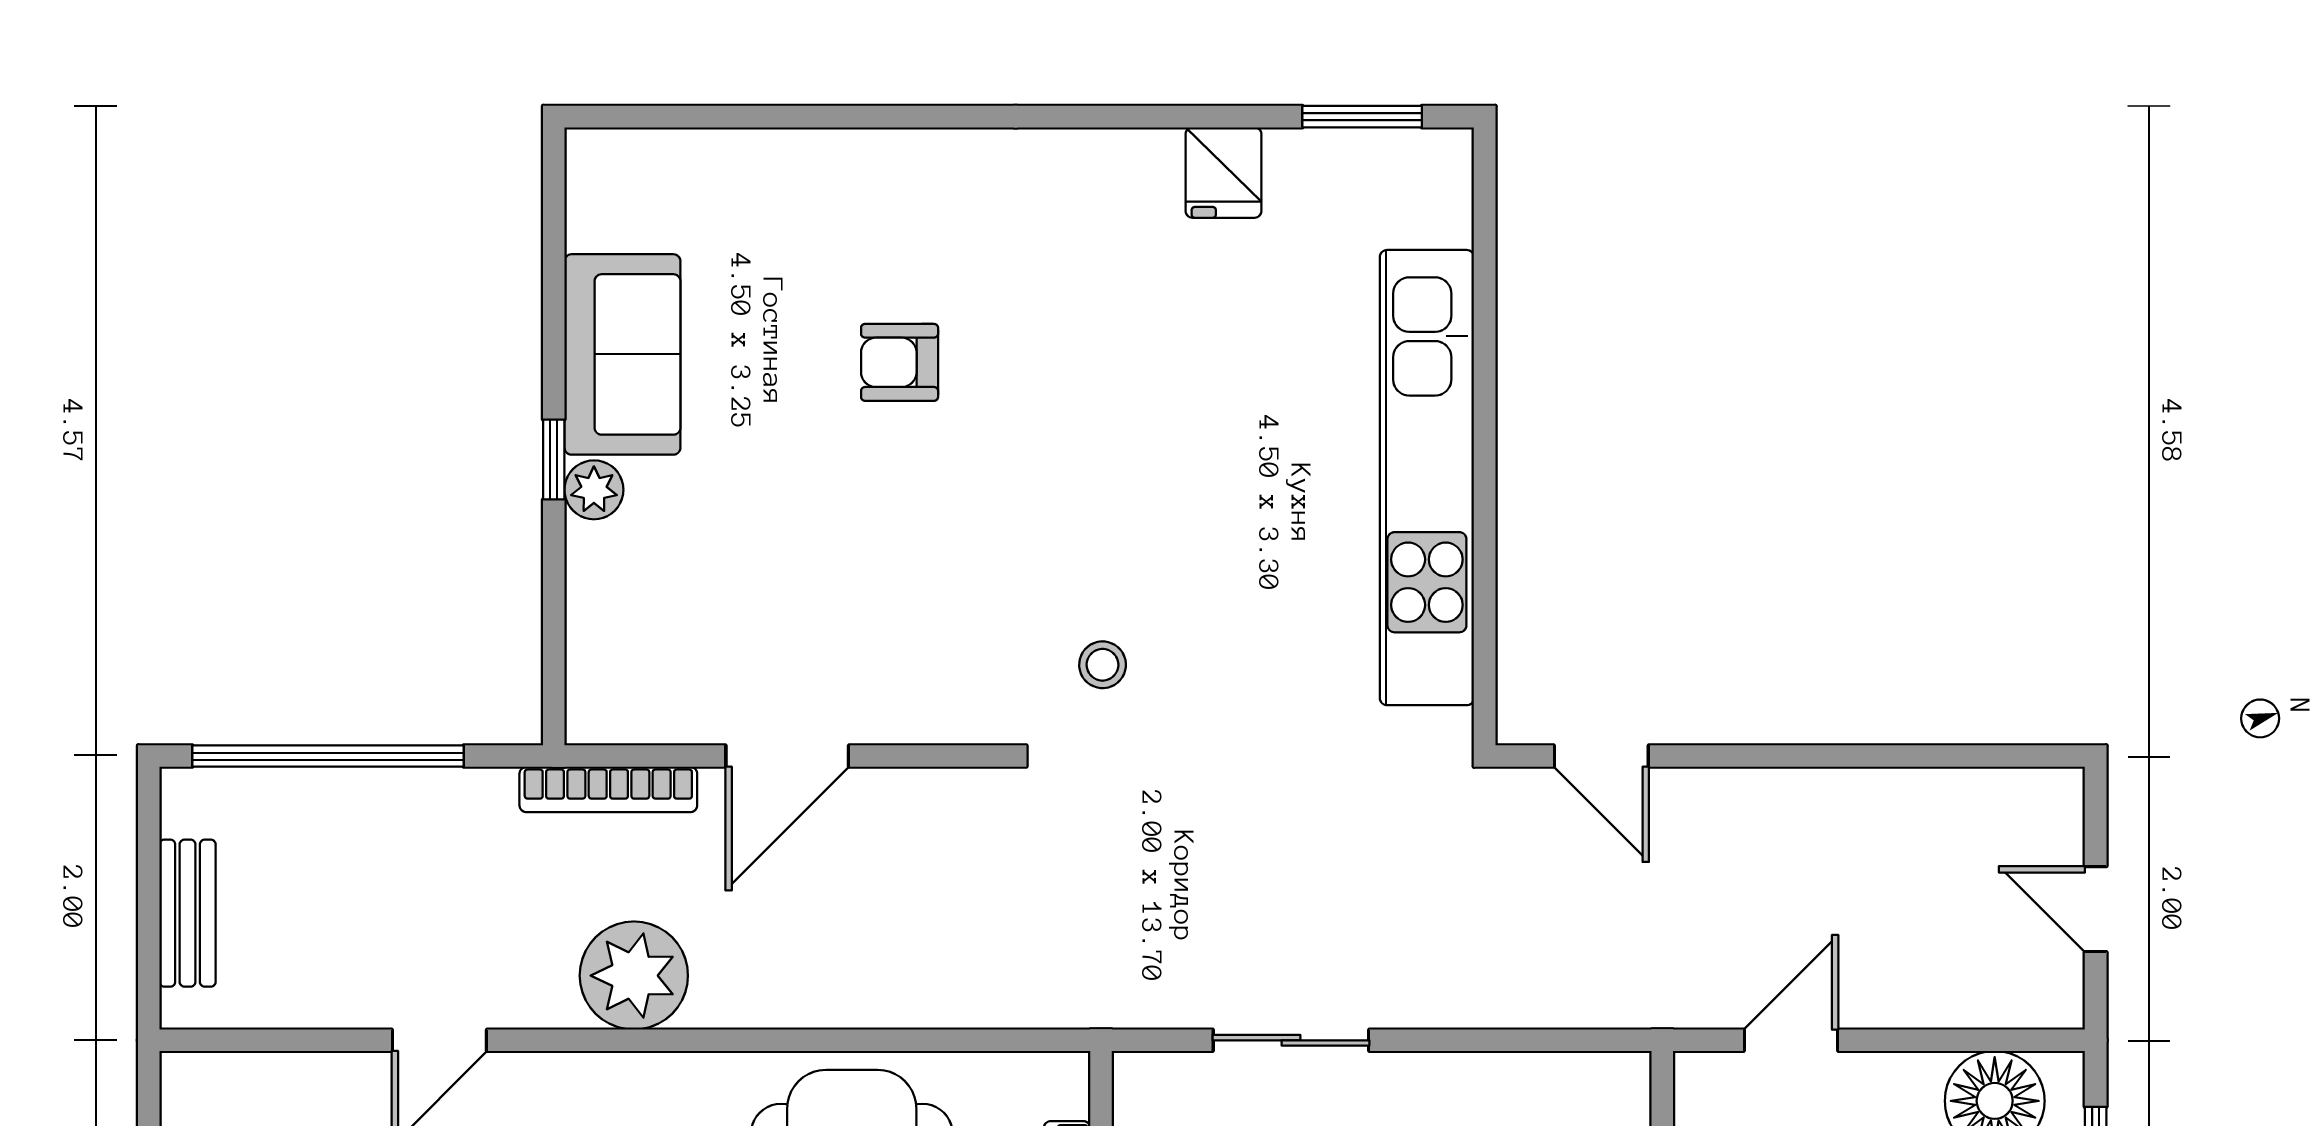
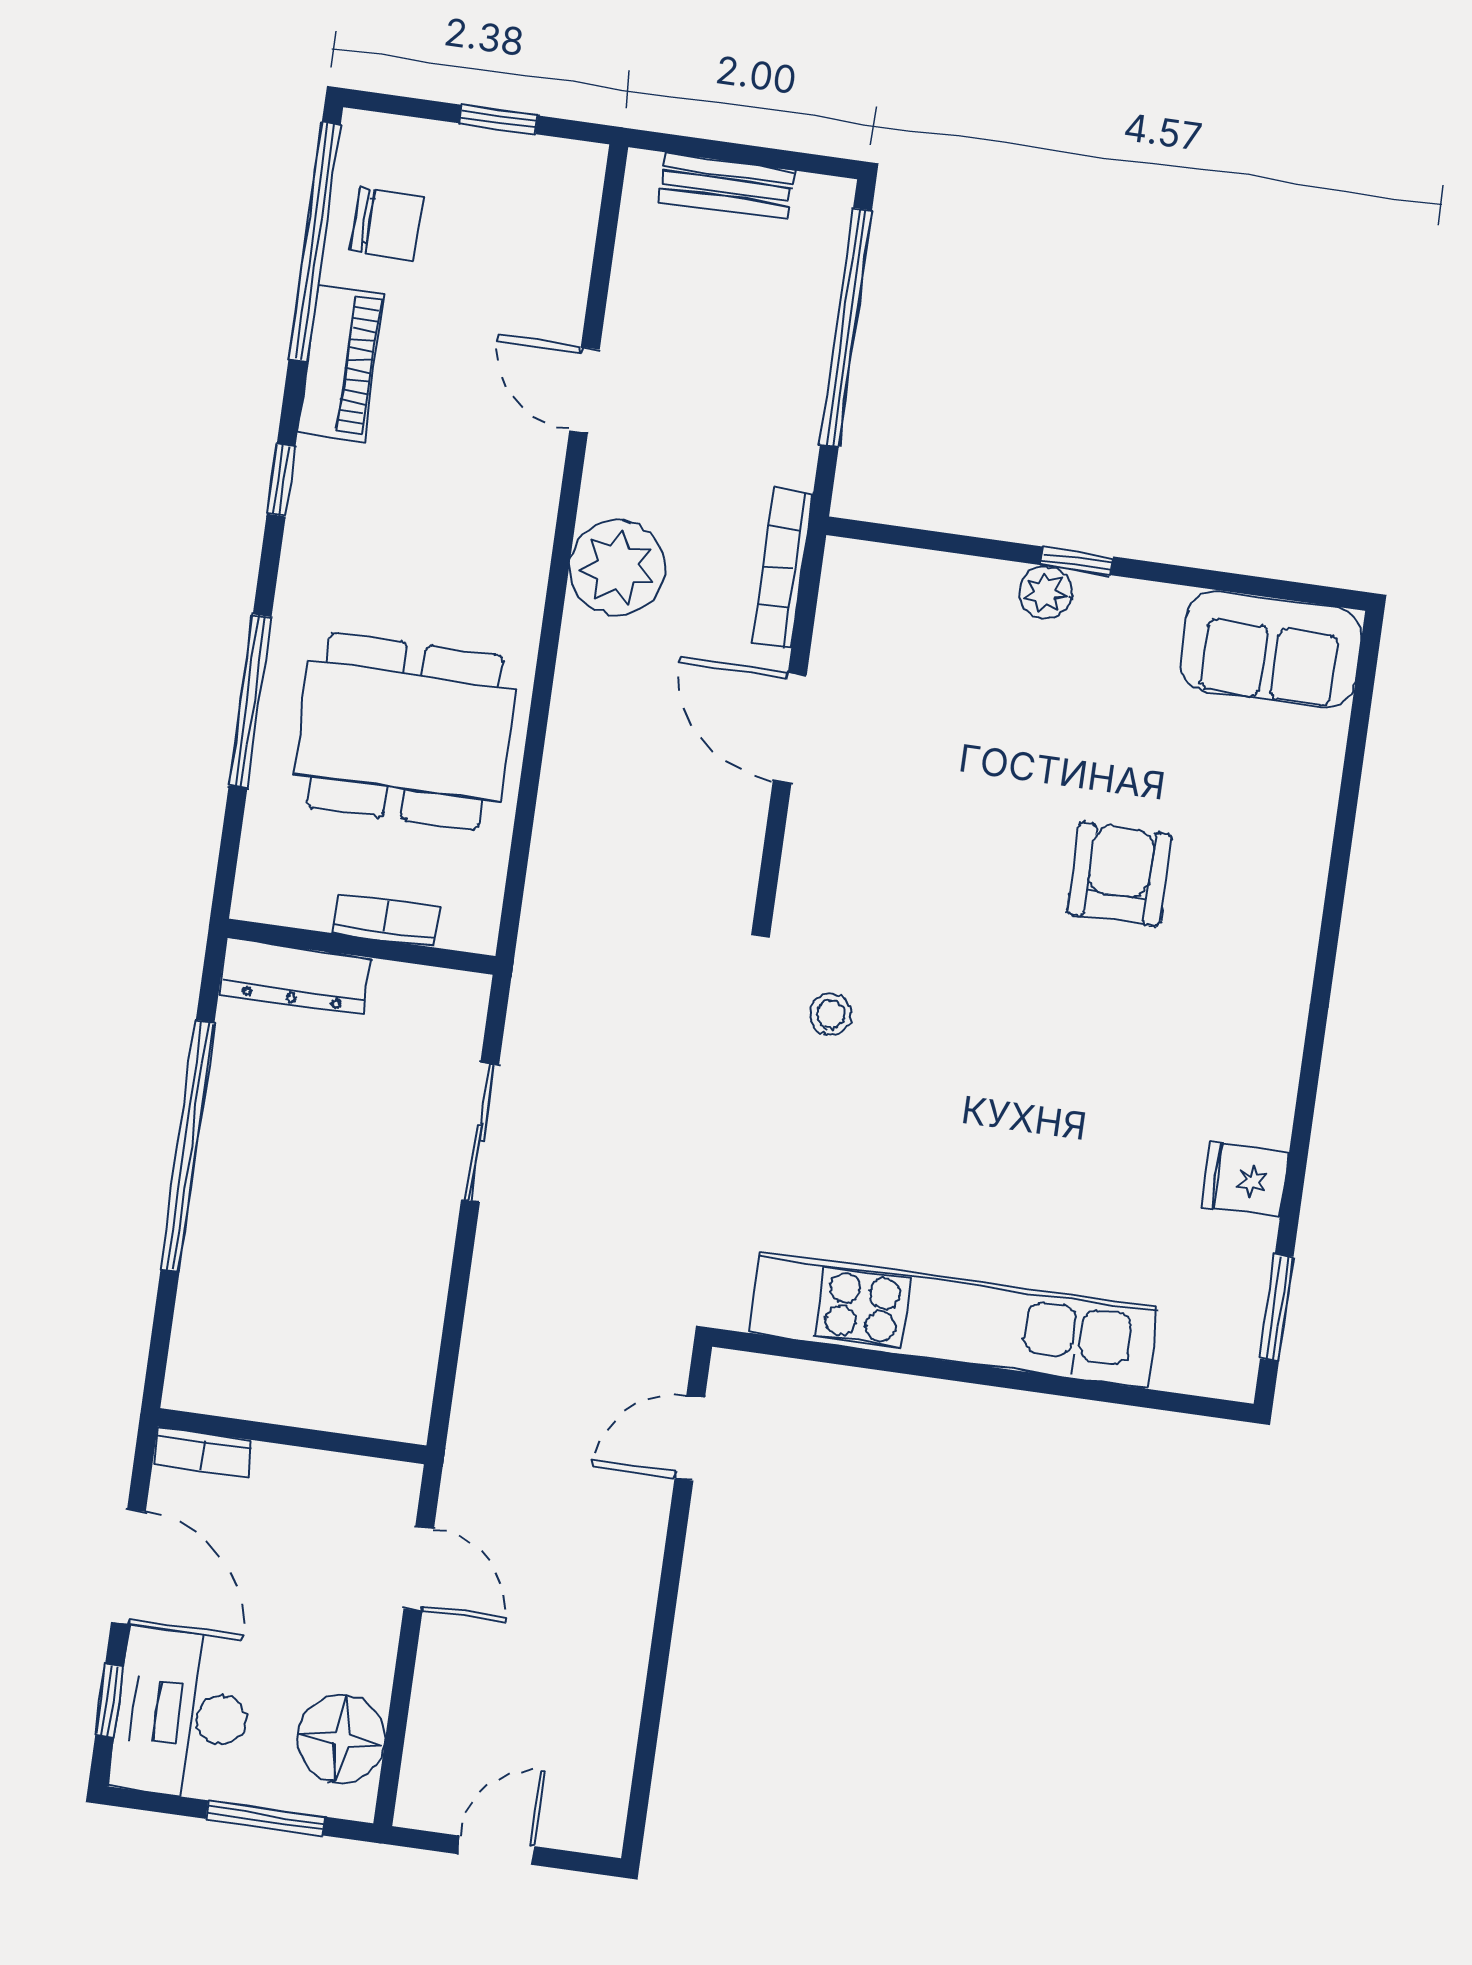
sofa: (622, 354) -> (1271, 649), moved
armchair: (900, 362) -> (1119, 874), width x1.38, depth x1.38

